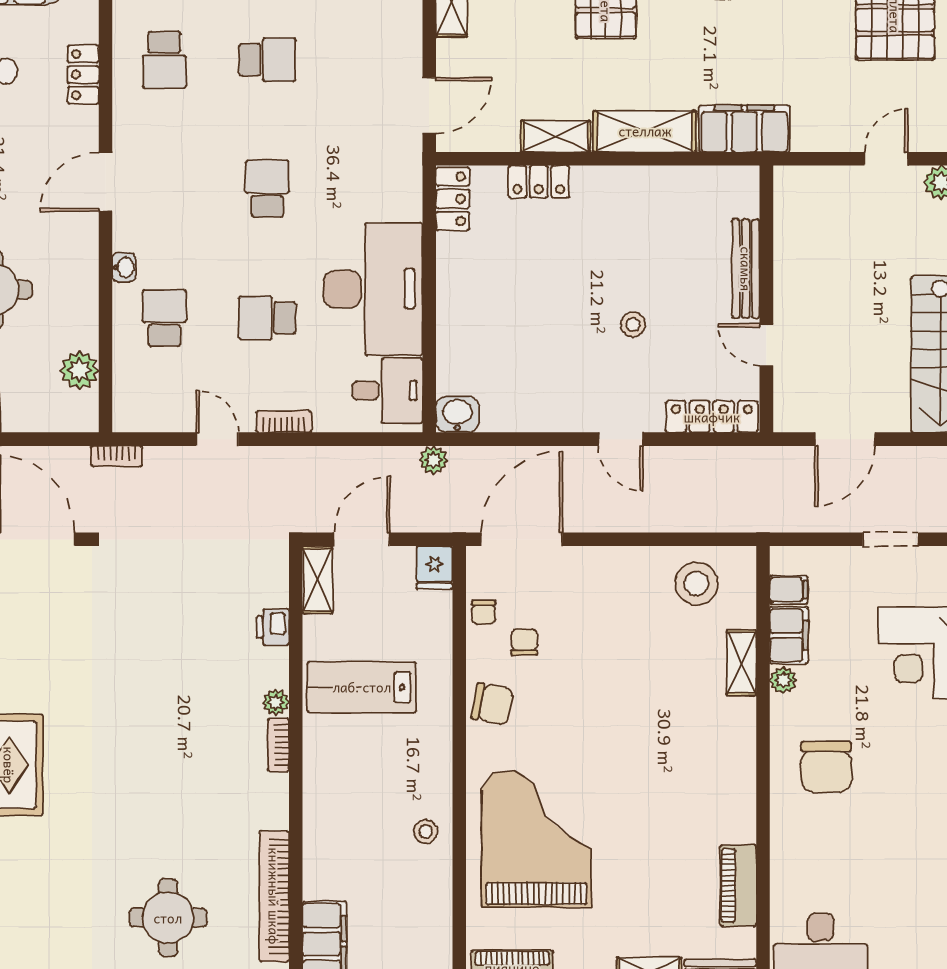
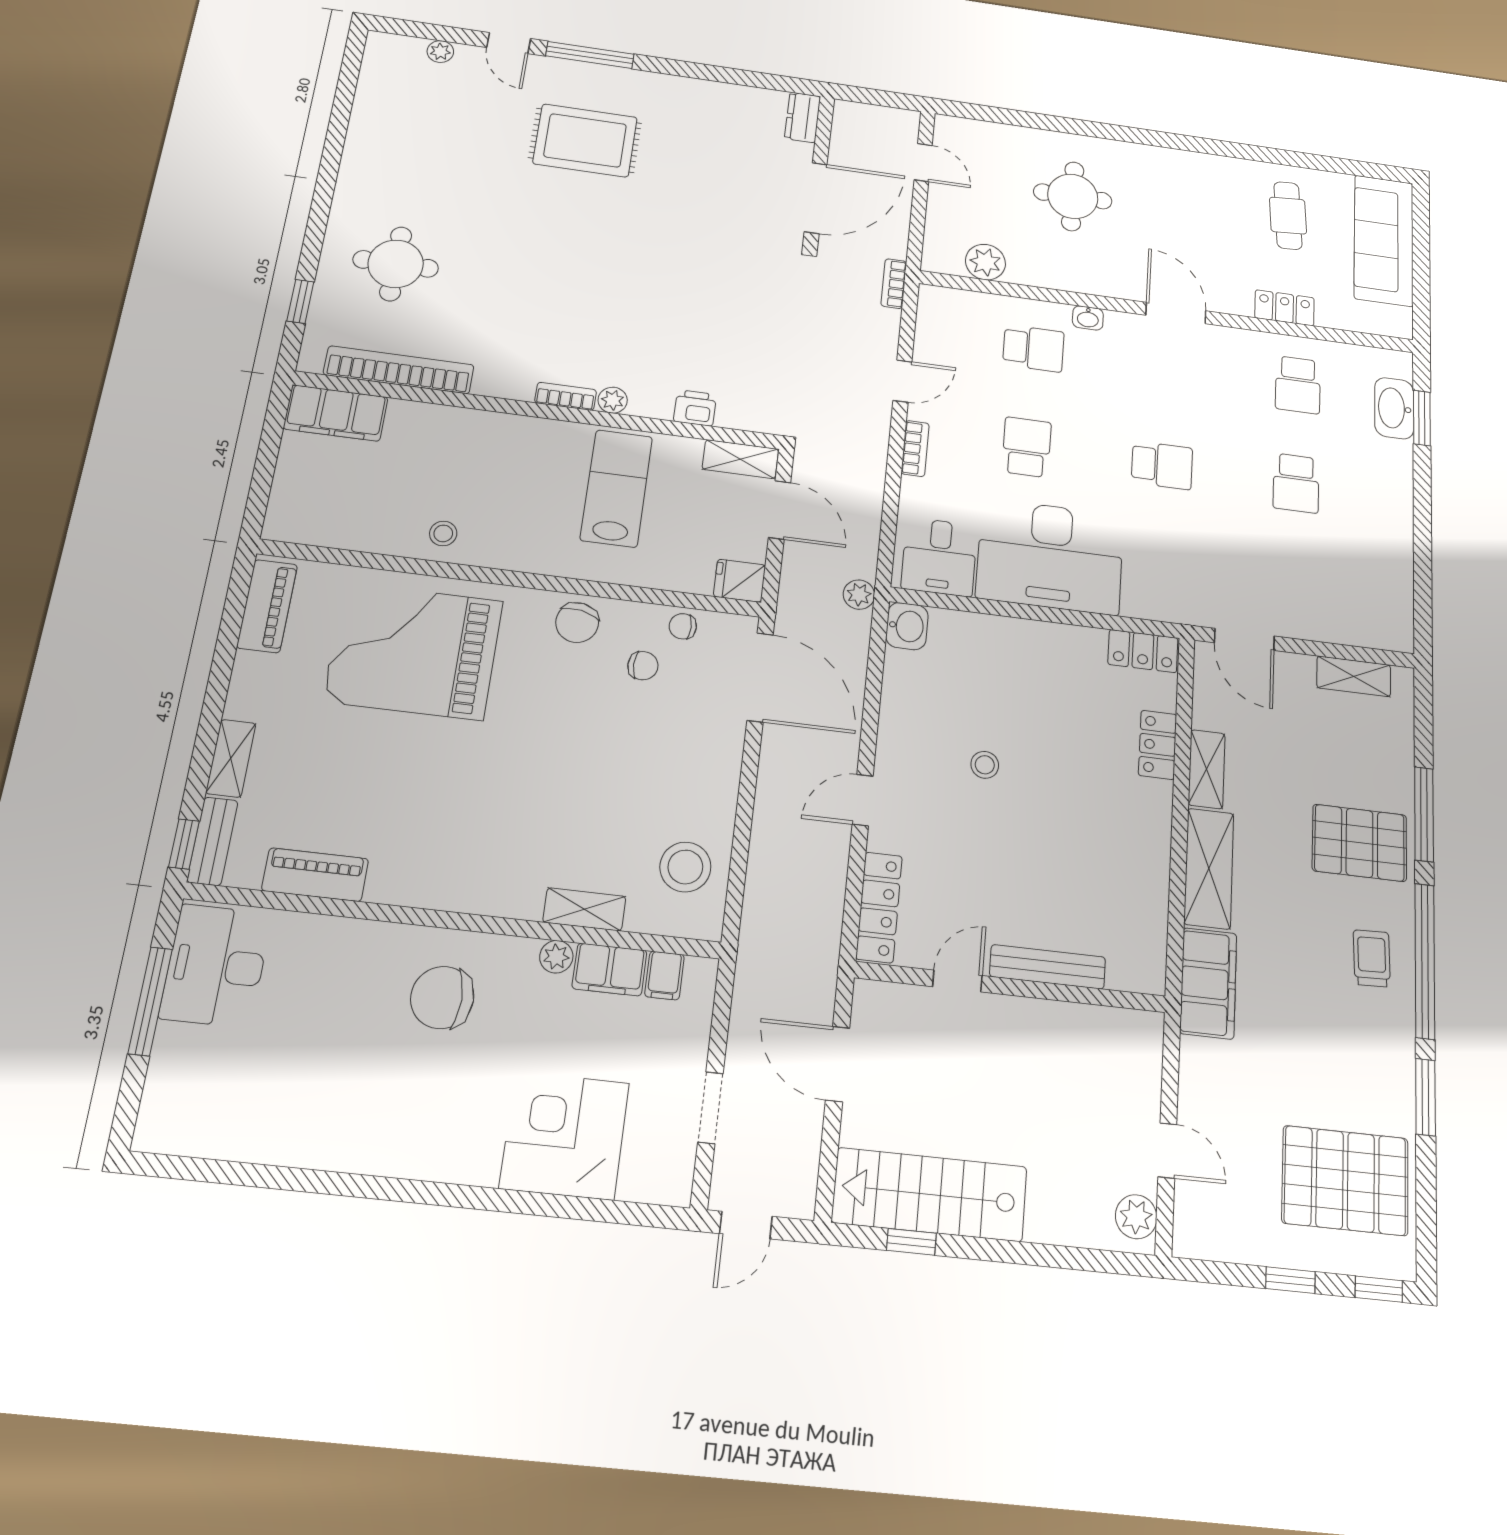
school desk: (164, 60) -> (1298, 385), turned -90
stool: (633, 325) -> (985, 765), moved
grand piano: (536, 839) -> (414, 651), turned 180

